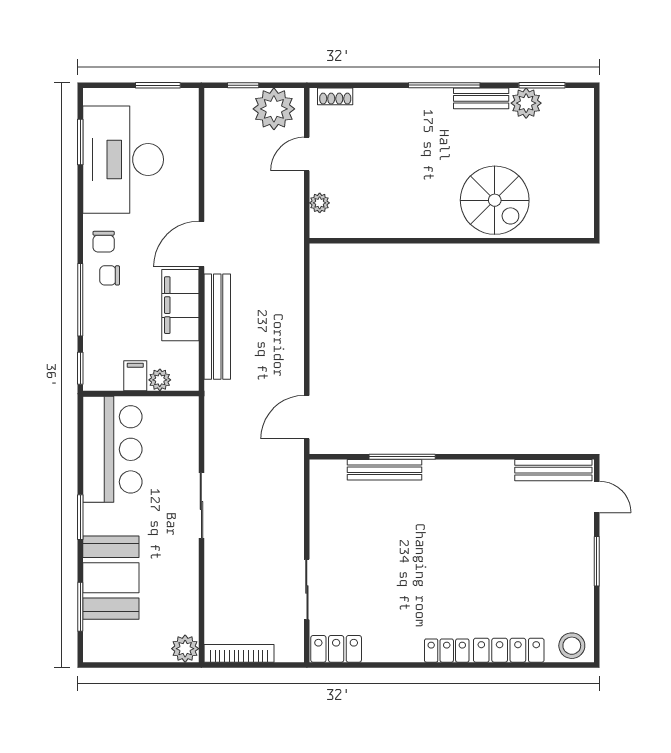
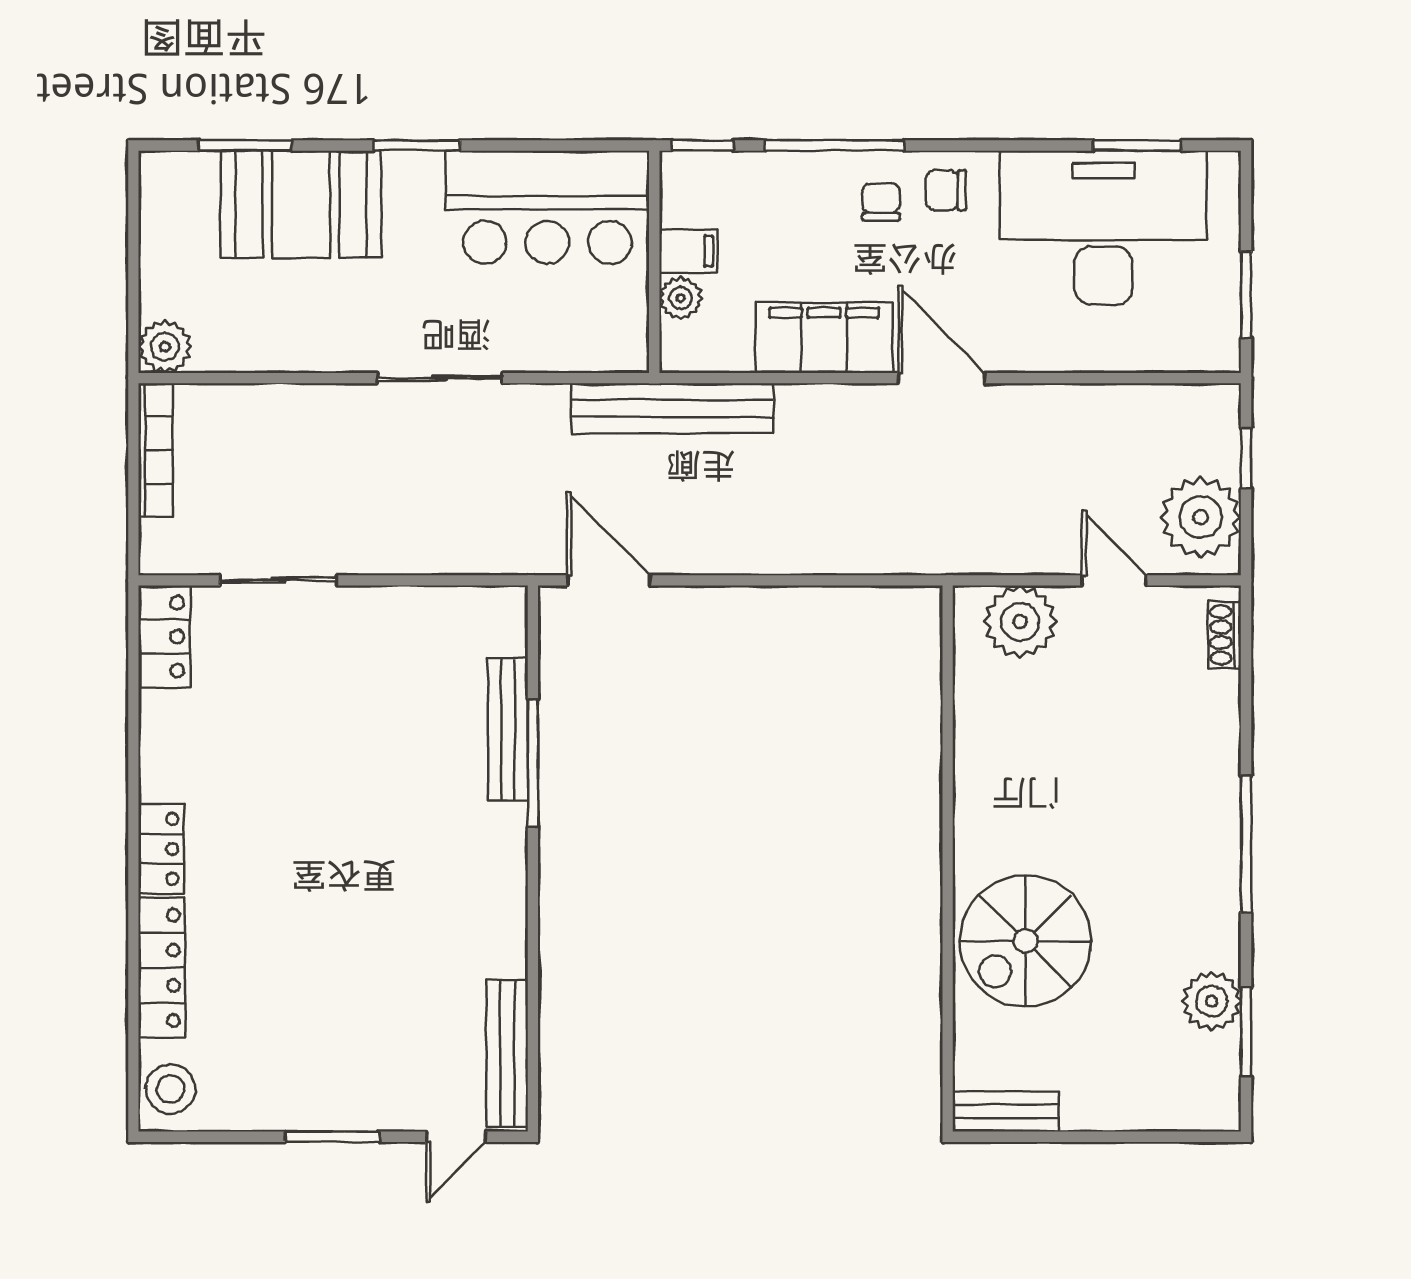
bench: (481, 98) -> (1006, 1112), moved, turned 90
plant: (320, 203) -> (1020, 622), width x1.87, depth x1.87
bench: (217, 327) -> (673, 408), moved

